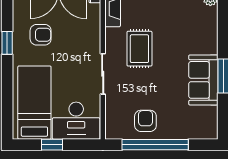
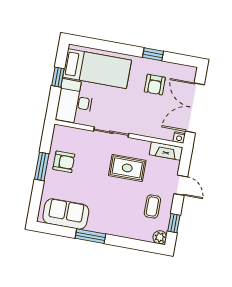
coffee table: (177, 13) -> (152, 206), added
sofa: (203, 80) -> (66, 214), moved
window: (155, 145) -> (42, 166), width x0.47

